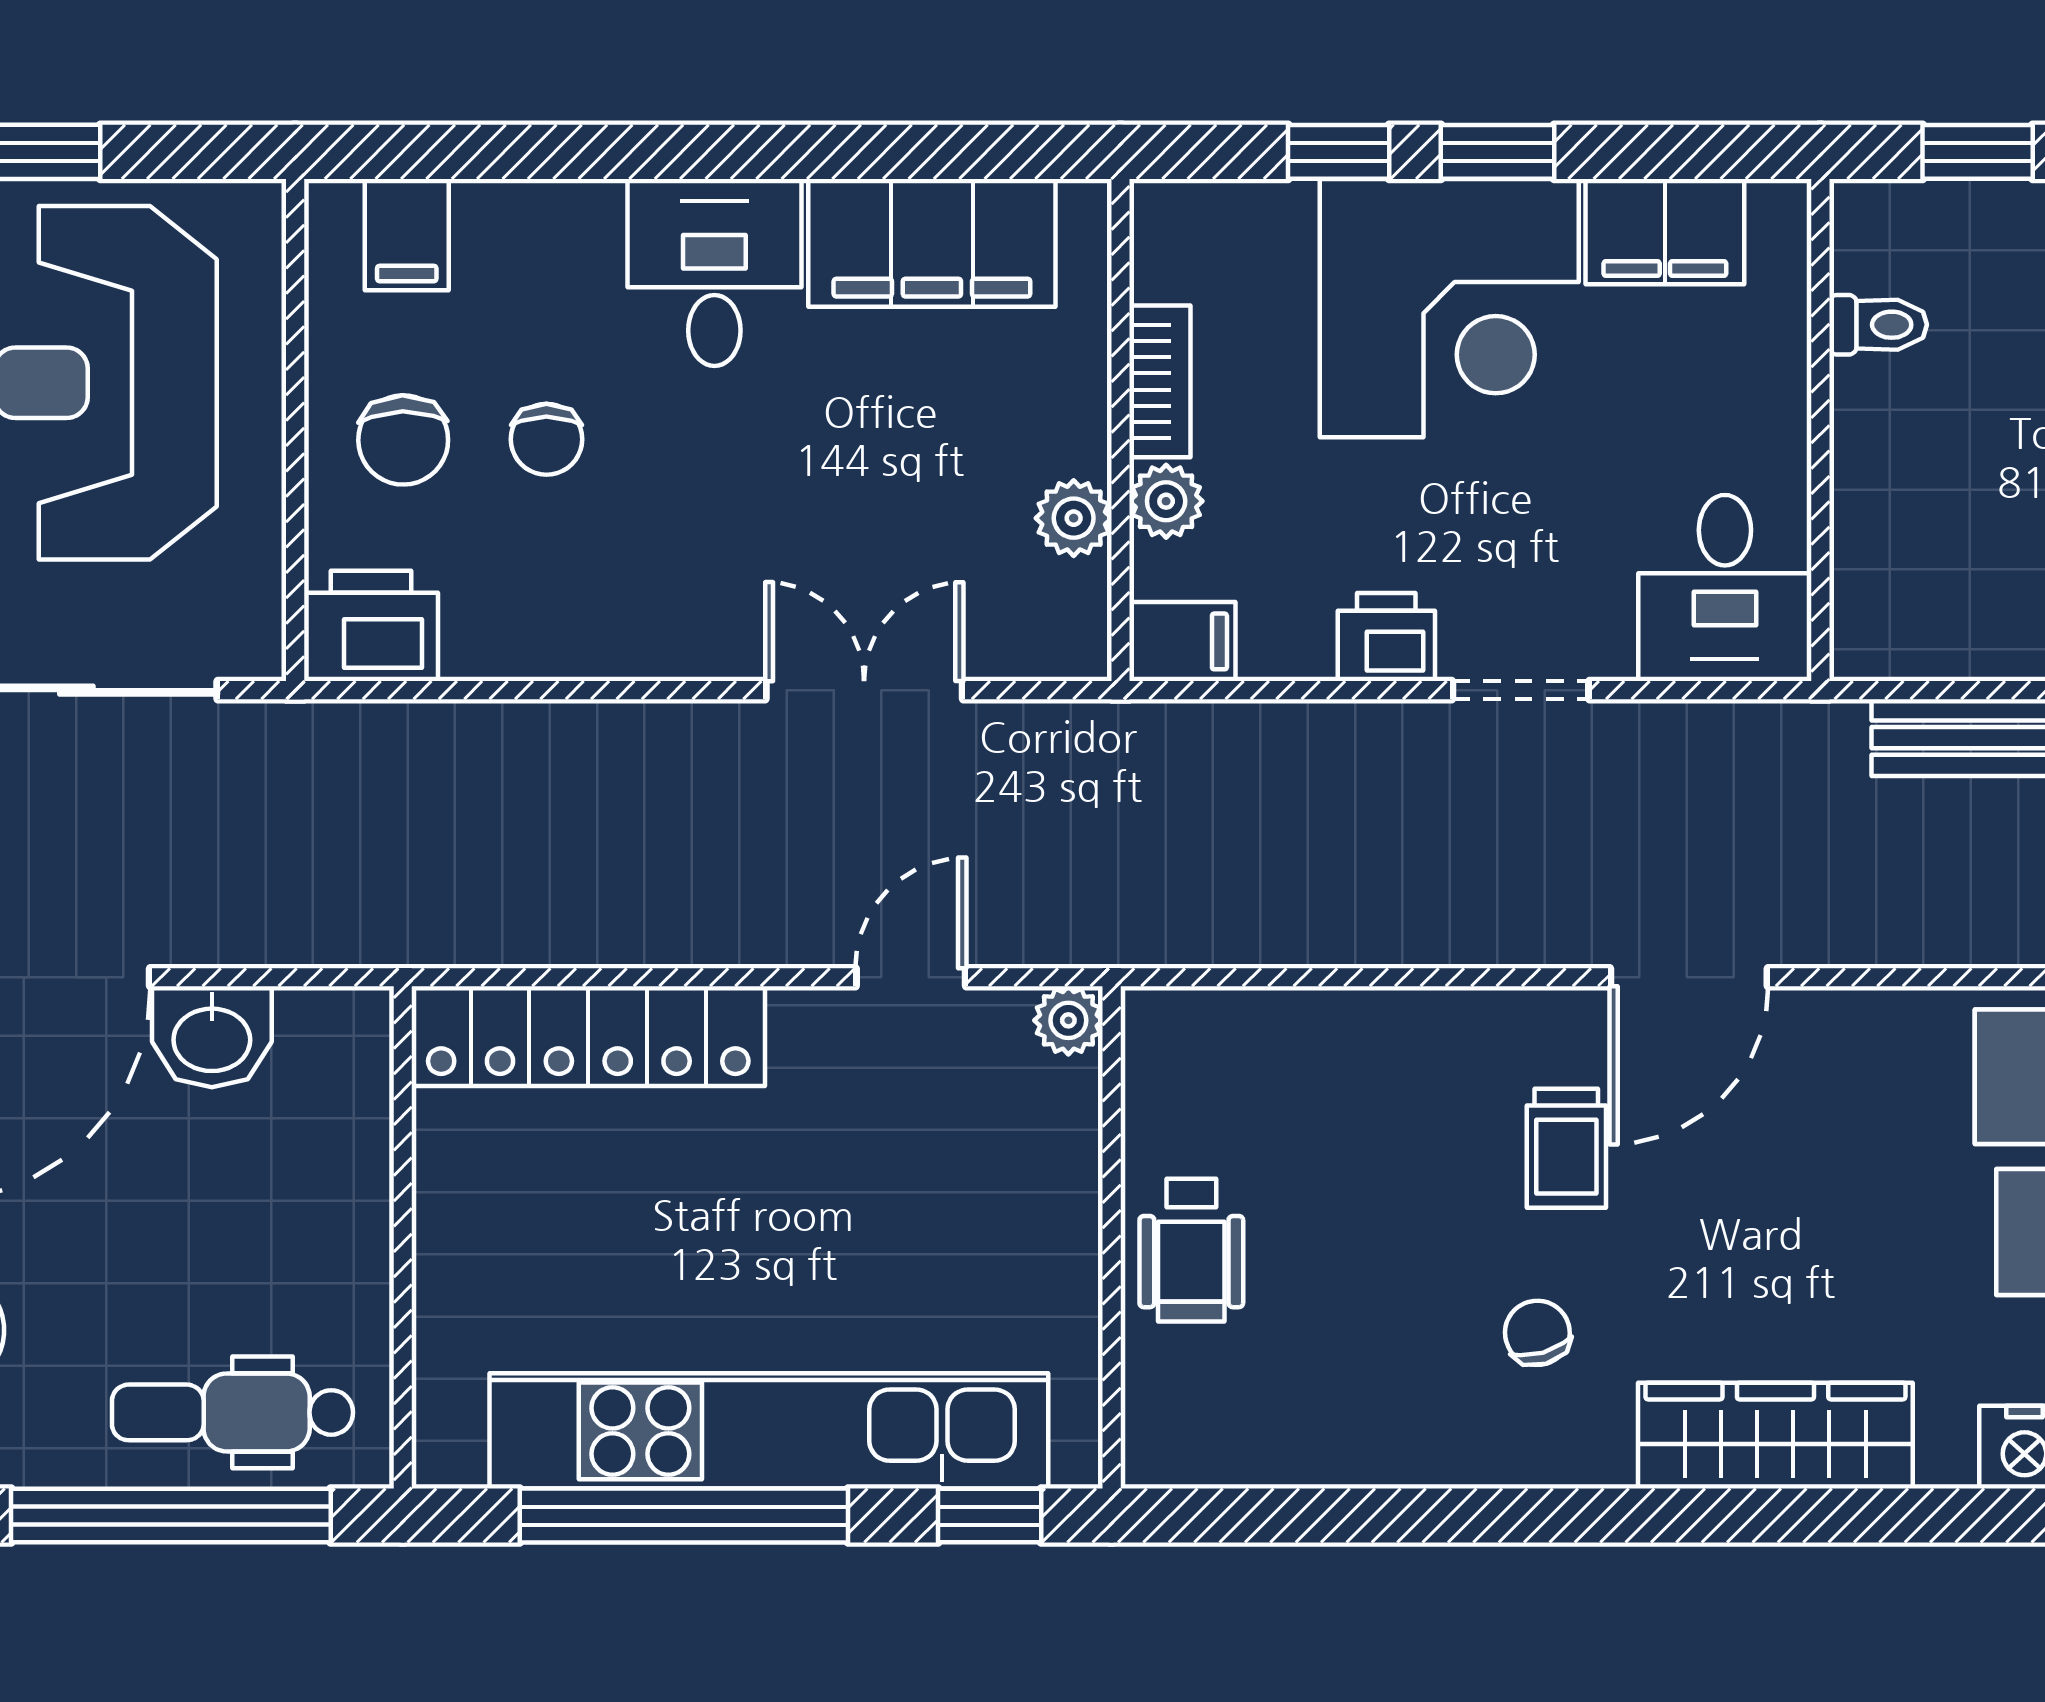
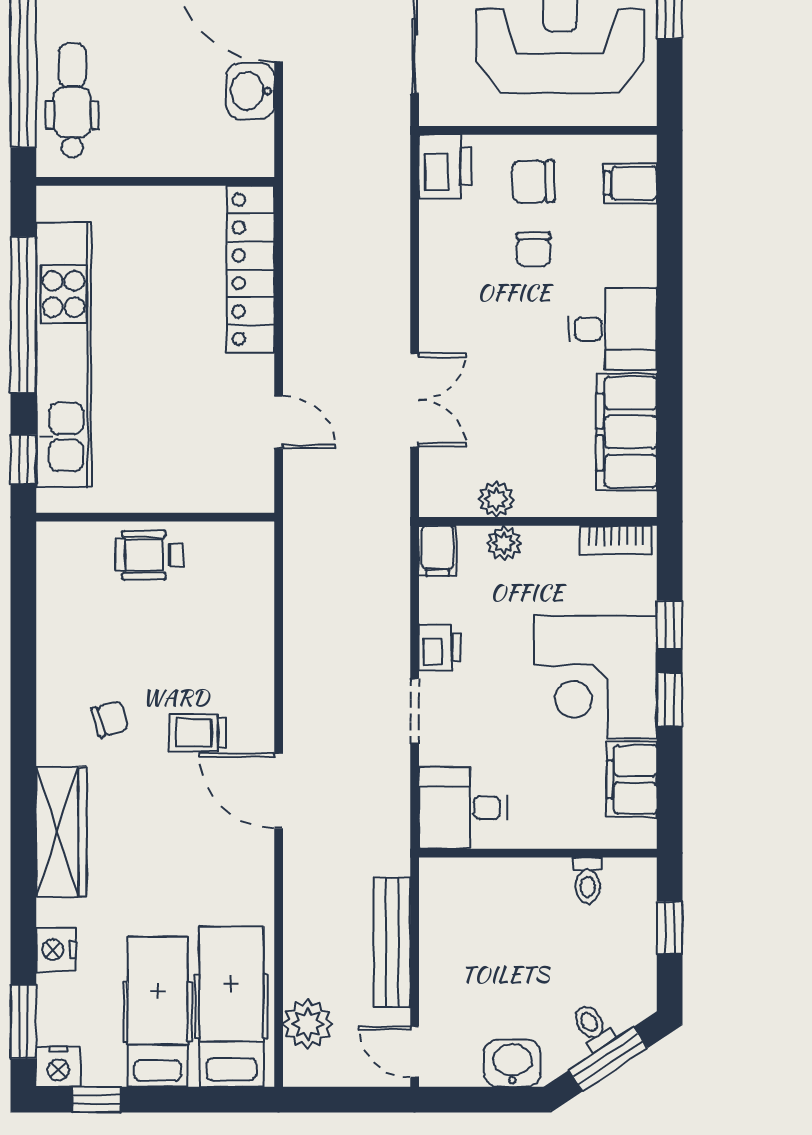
bookcase: (1160, 381) -> (616, 540), moved
chair: (546, 439) -> (533, 249), turned -90
plant: (1068, 1020) -> (258, 497), removed

